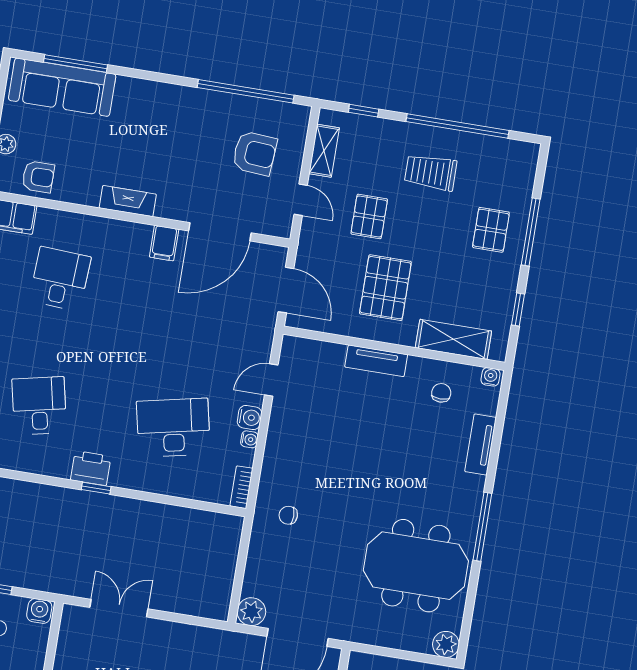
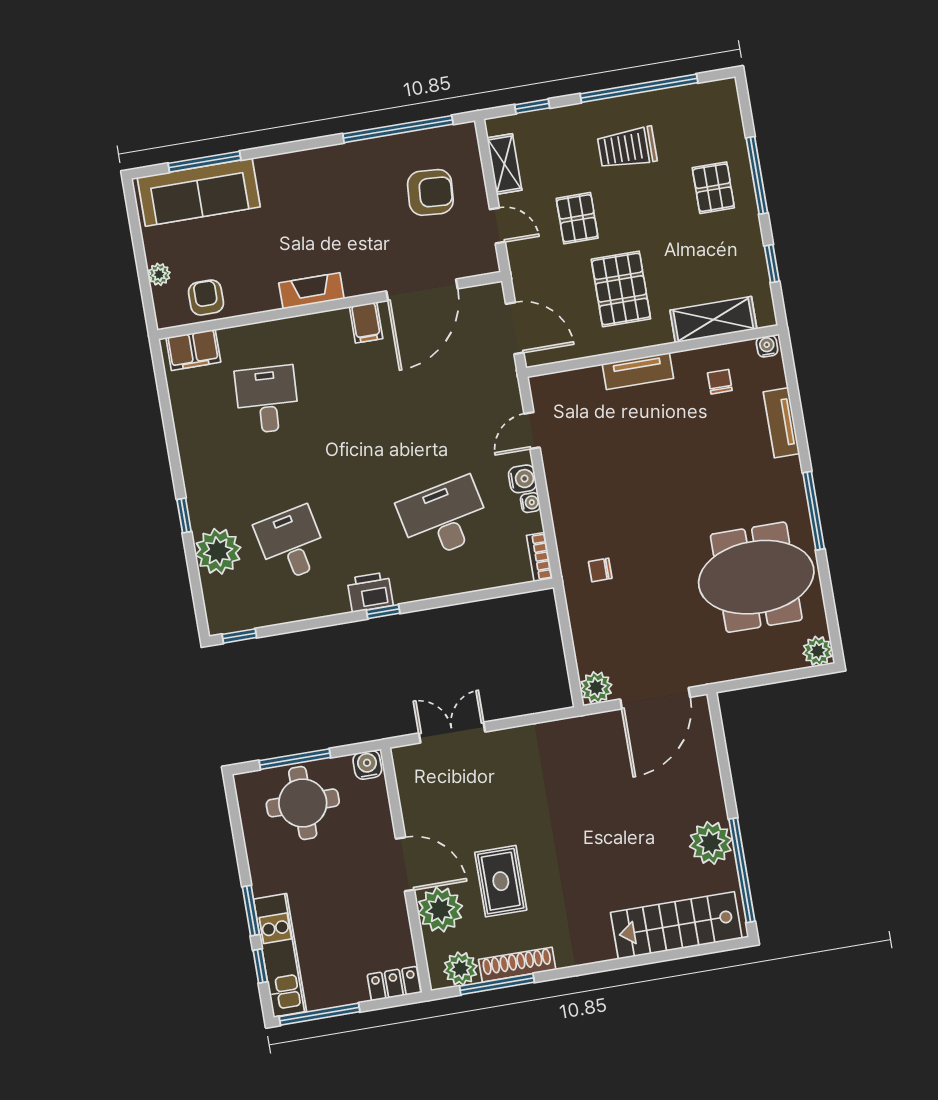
armchair: (38, 177) -> (206, 298), turned -90

